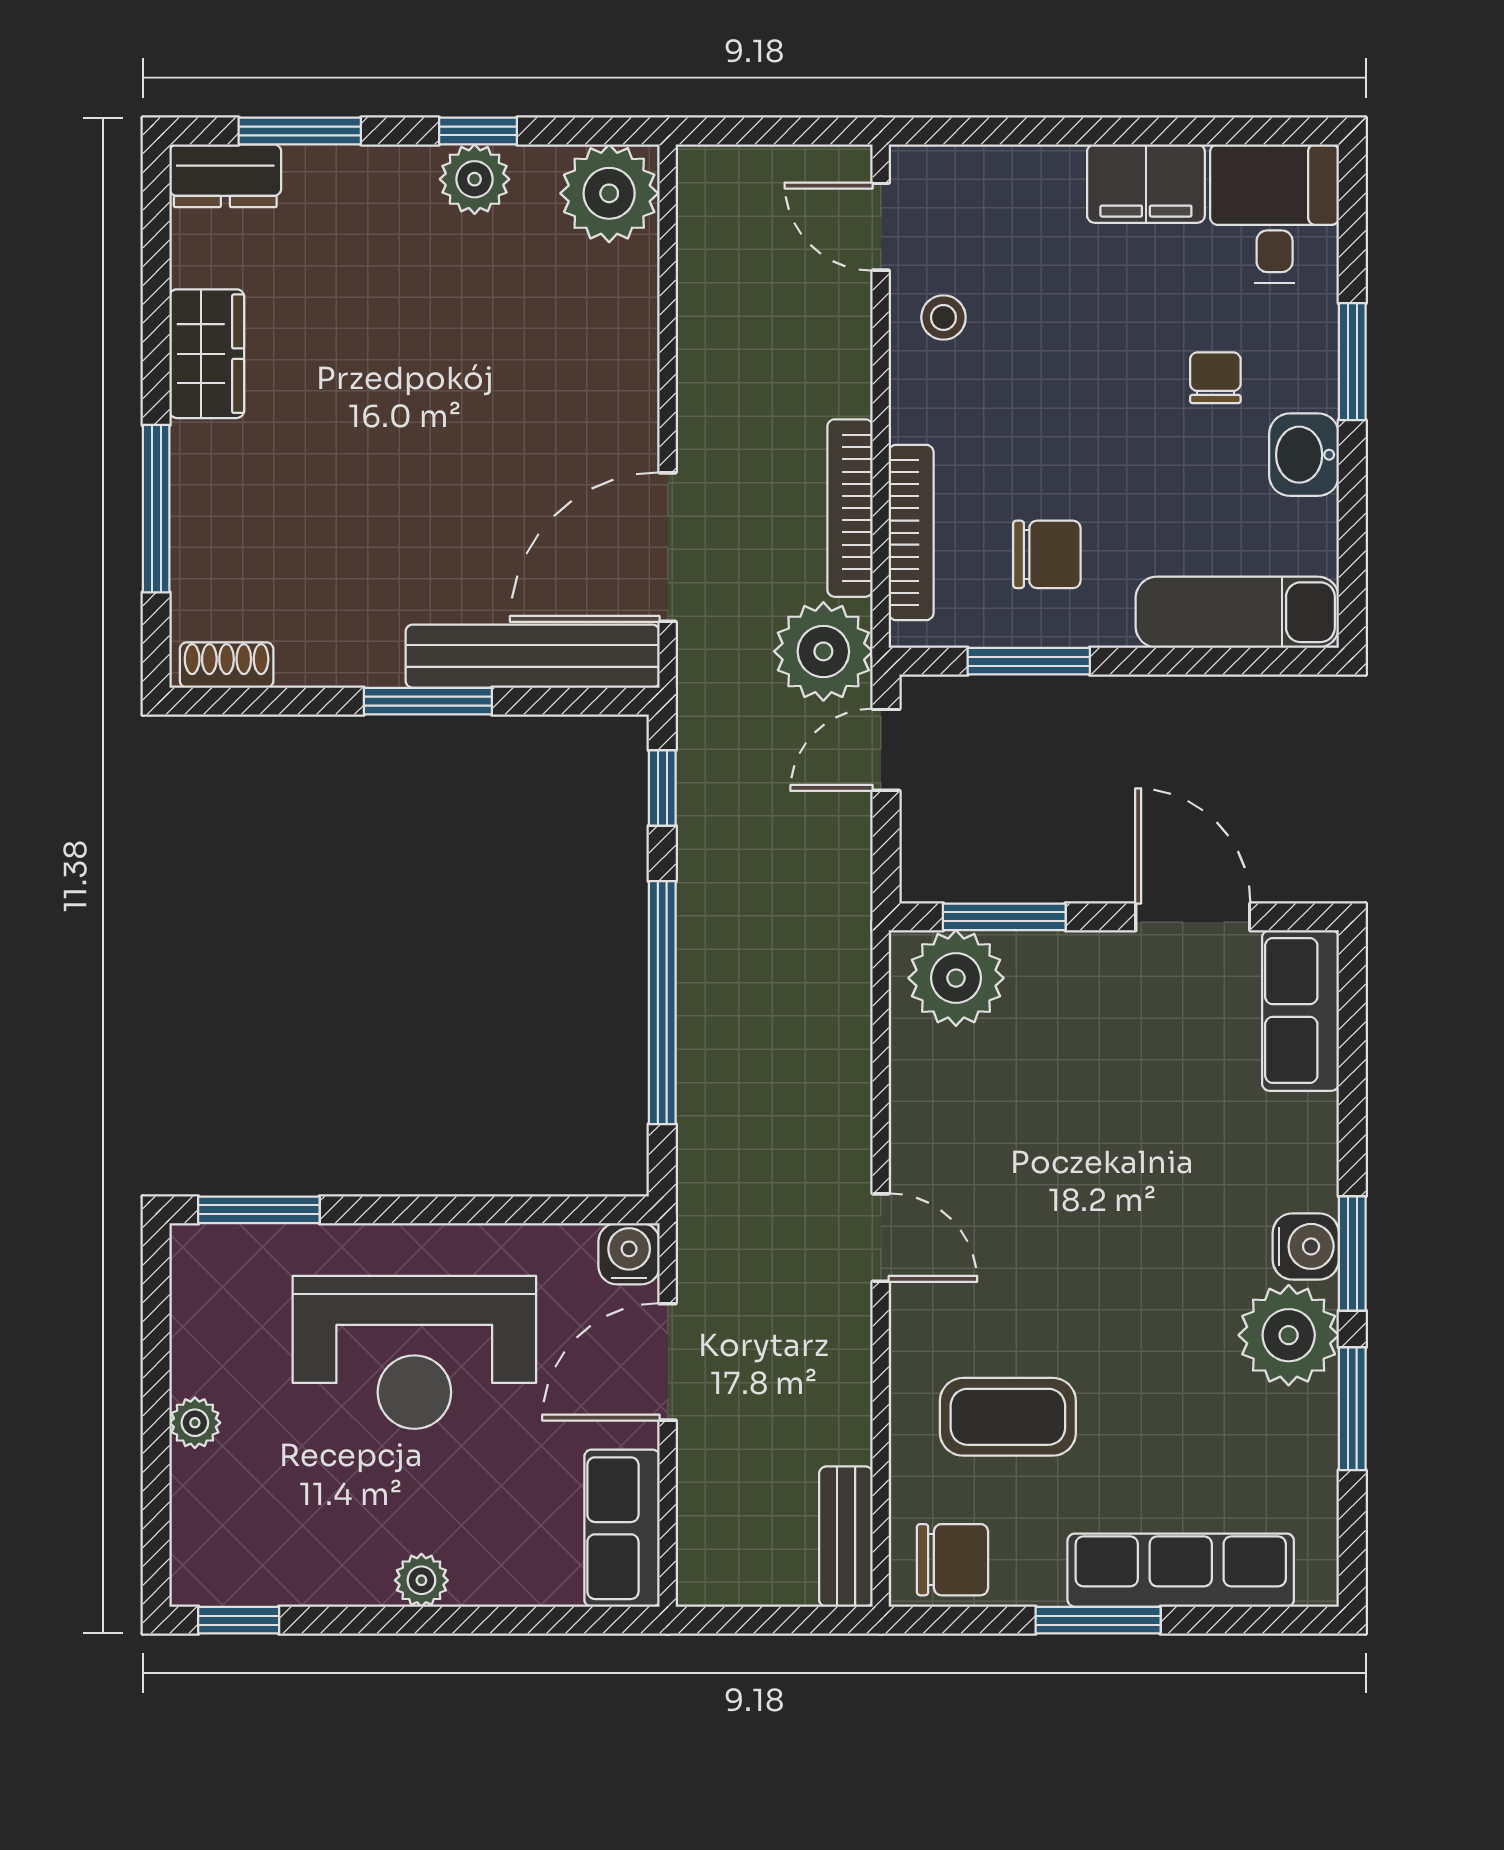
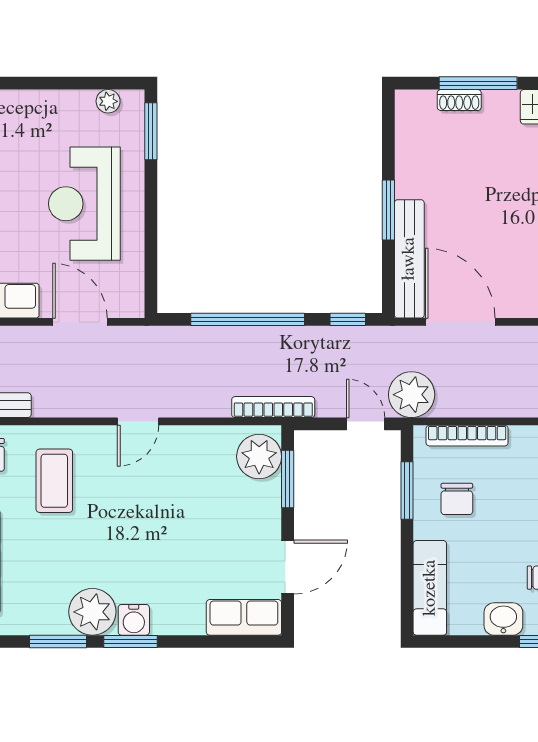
bookcase: (850, 508) -> (273, 407), moved
shoe rack: (227, 665) -> (459, 100), moved, turned 90
water cooler: (629, 1254) -> (130, 304), removed
plant: (195, 1423) -> (108, 101), moved

